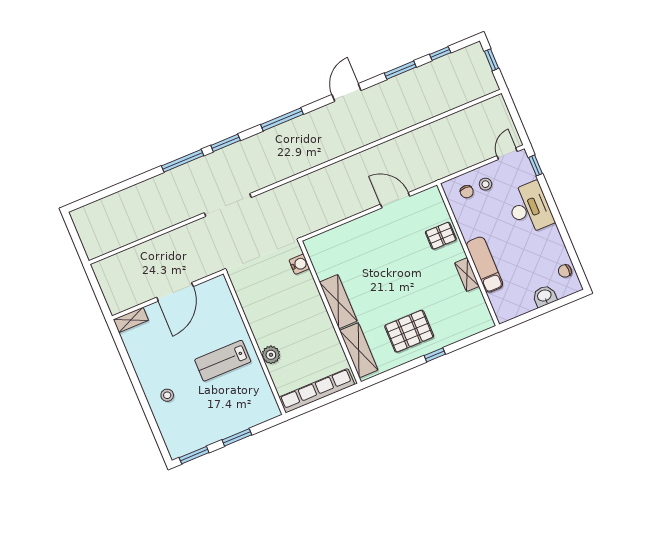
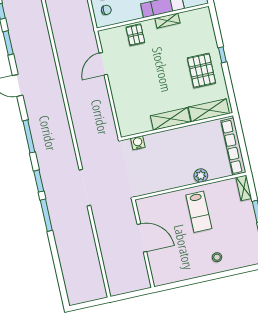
shelving: (131, 320) -> (244, 188), moved

